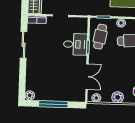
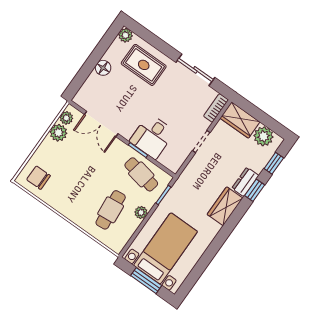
rug: (39, 75) -> (144, 65), added
floor lamp: (56, 96) -> (103, 68), added
plant: (118, 97) -> (58, 133), moved
window: (53, 104) -> (95, 58), removed

